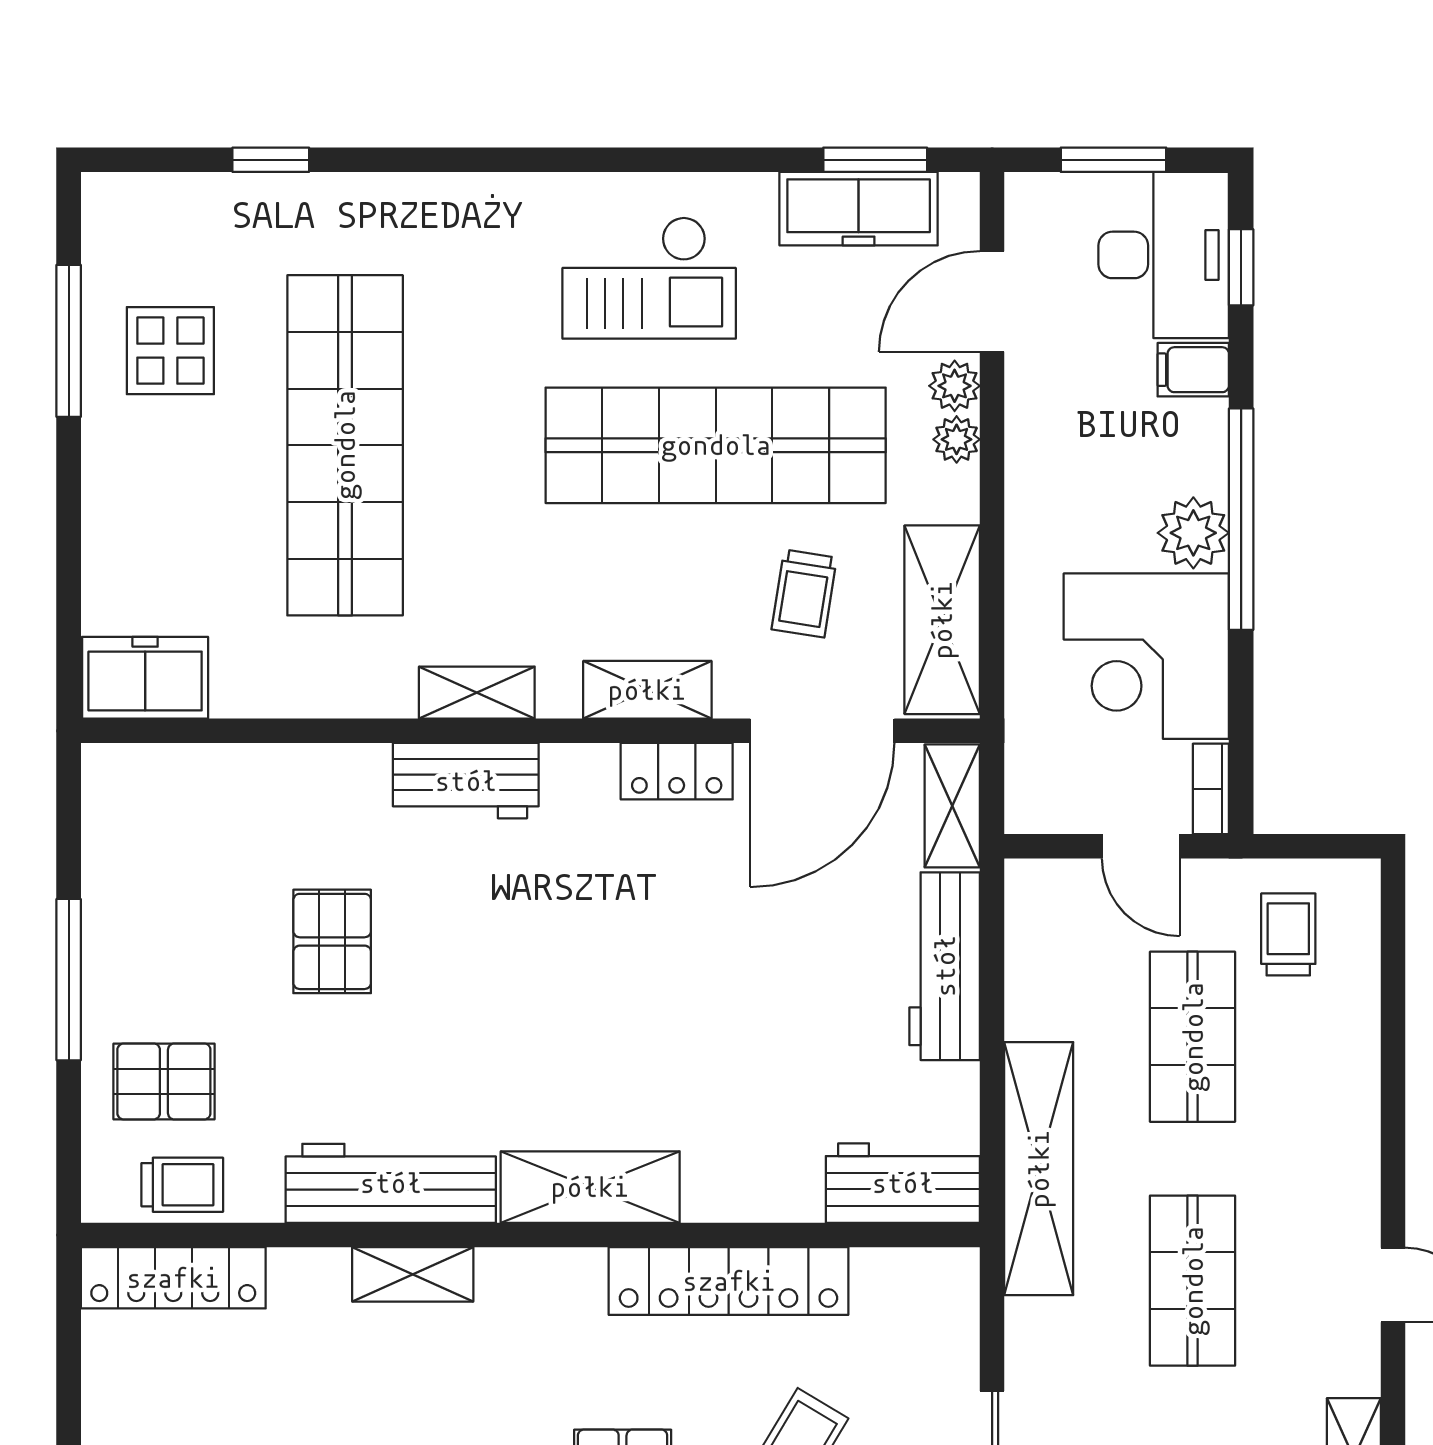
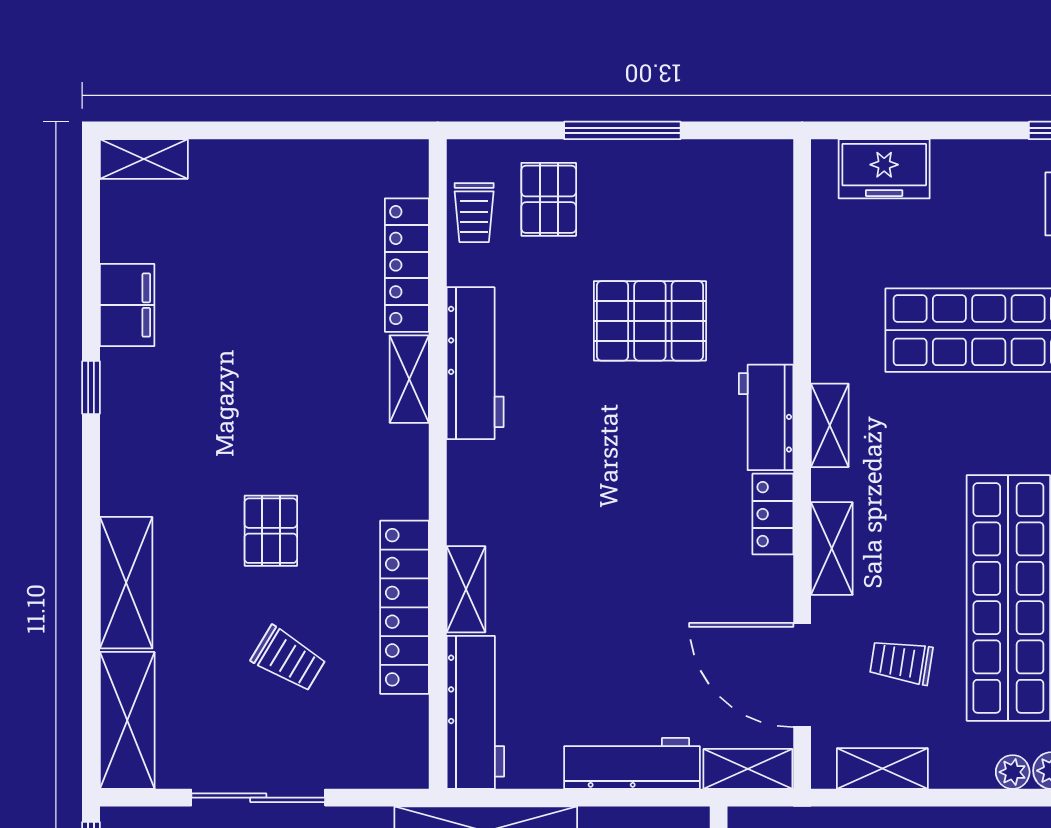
shelving: (942, 620) -> (882, 768), width x0.67, depth x0.75
freezer: (145, 678) -> (884, 169), moved, turned 90
locker: (677, 771) -> (773, 514), moved
pallet: (332, 941) -> (650, 321), width x1.50, depth x1.42
workbench: (903, 1183) -> (475, 712), width x1.38
shelving: (590, 1187) -> (466, 589), moved, width x0.67, depth x0.75
locker: (173, 1278) -> (407, 265), moved

